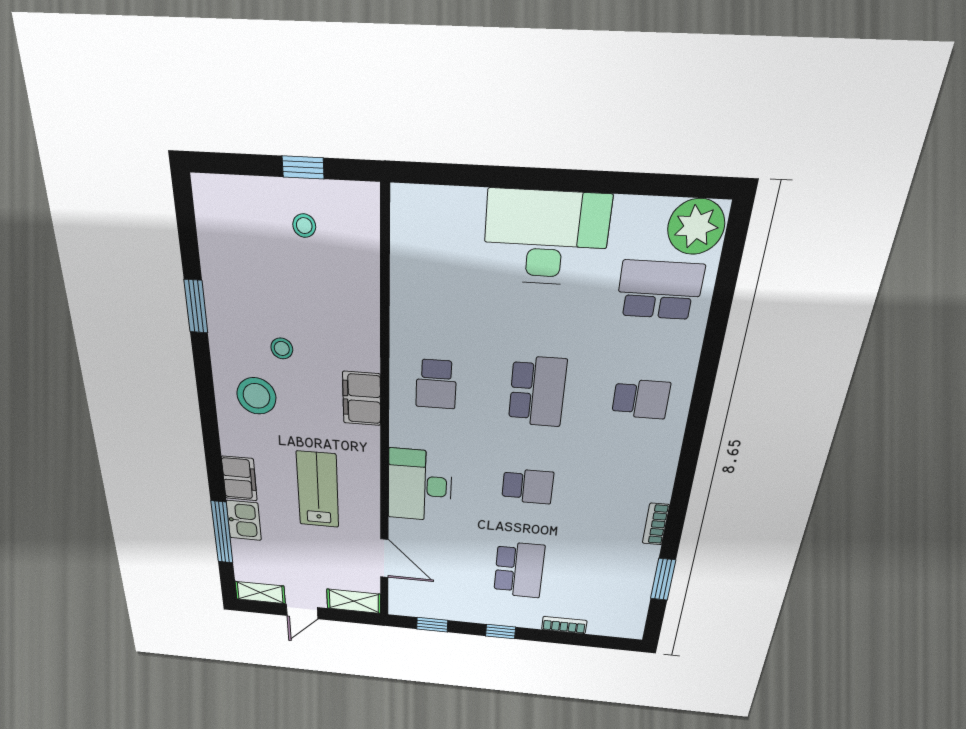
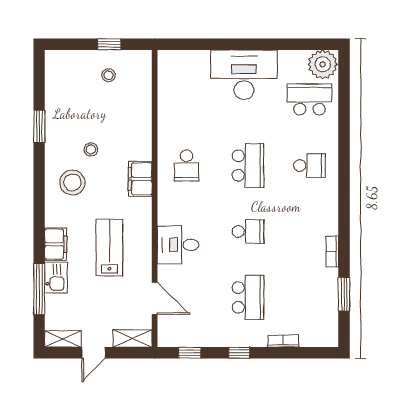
desk: (420, 486) -> (178, 245), width x0.73

